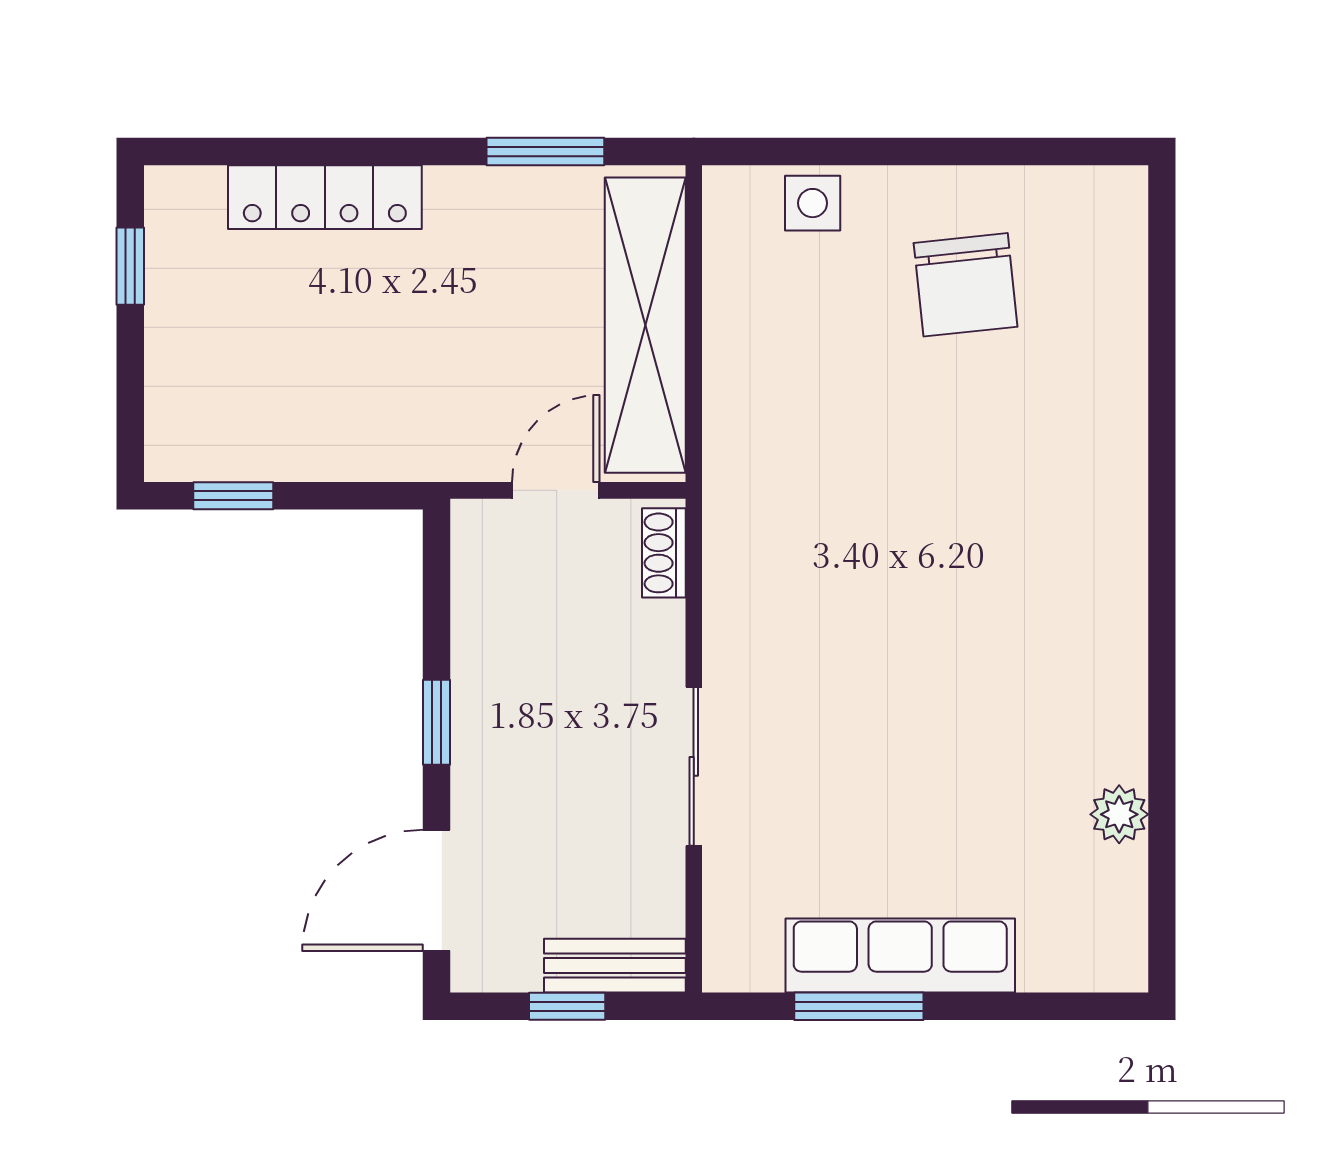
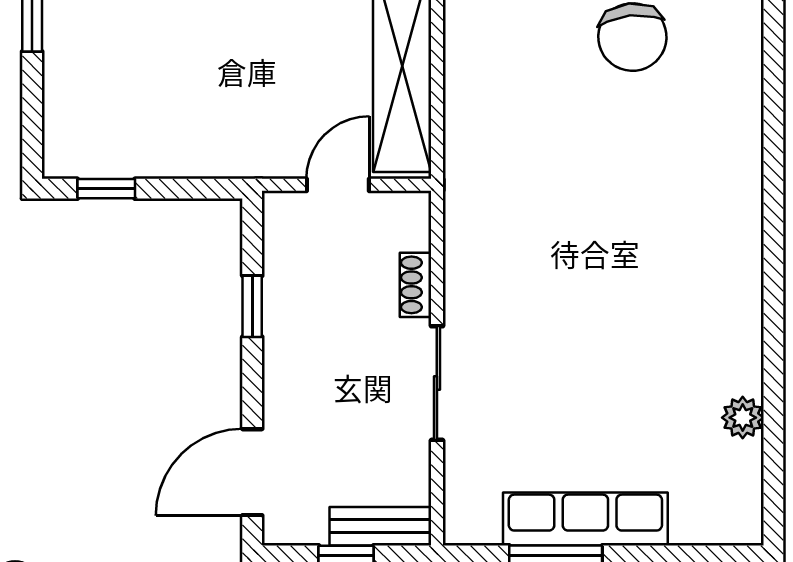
shoe rack: (664, 553) -> (415, 285), moved
window: (436, 722) -> (252, 306), moved

